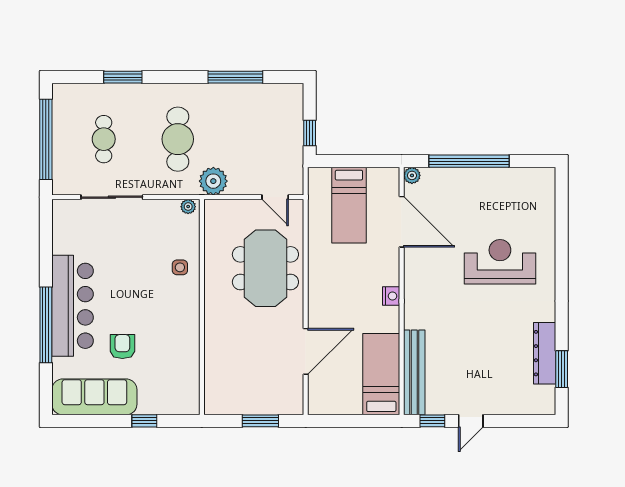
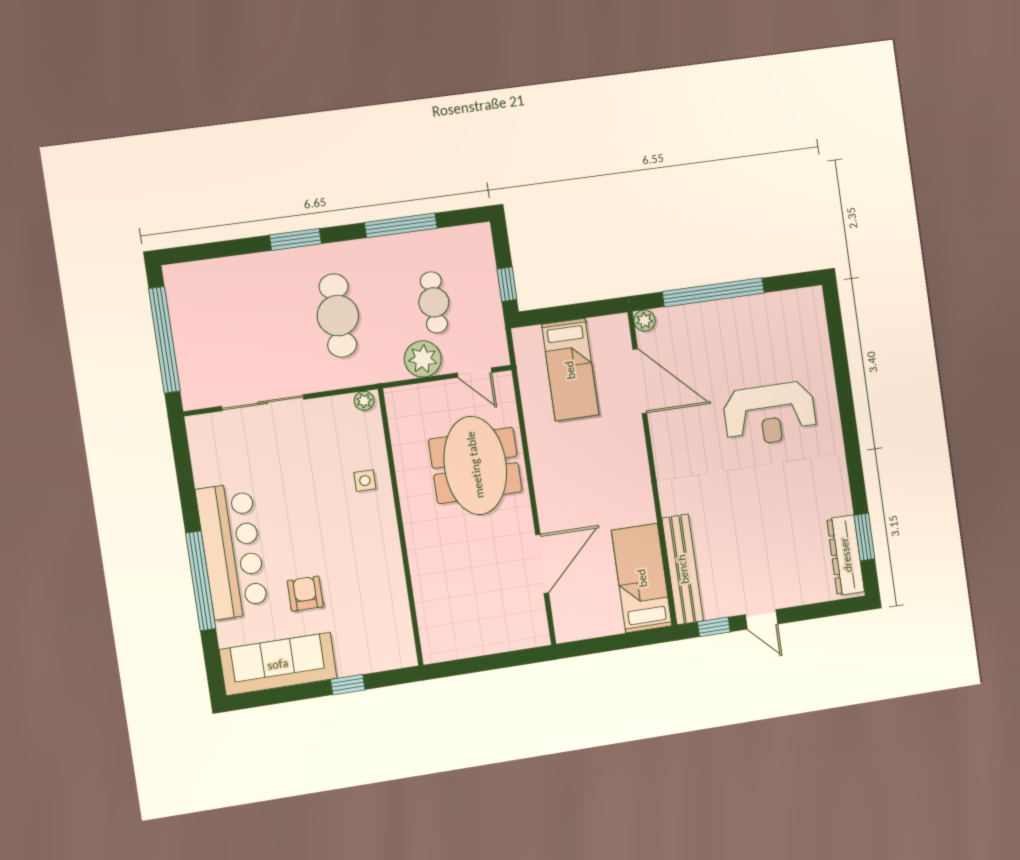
window: (123, 77) -> (295, 239), moved
cafe table: (104, 139) -> (434, 302), moved
plant: (213, 181) -> (423, 359), moved
reception desk: (500, 262) -> (770, 414), turned 180
nightstand: (391, 296) -> (640, 477), removed
dresser: (545, 353) -> (846, 555), moved
window: (260, 421) -> (497, 661), removed
door: (471, 421) -> (761, 619), hinge flipped

